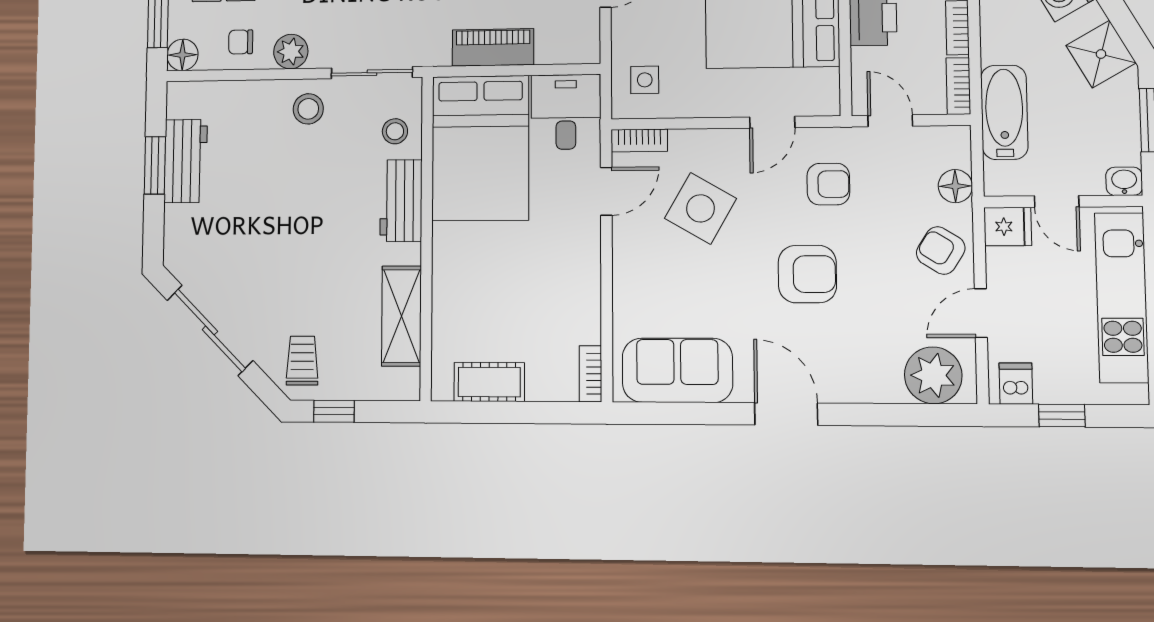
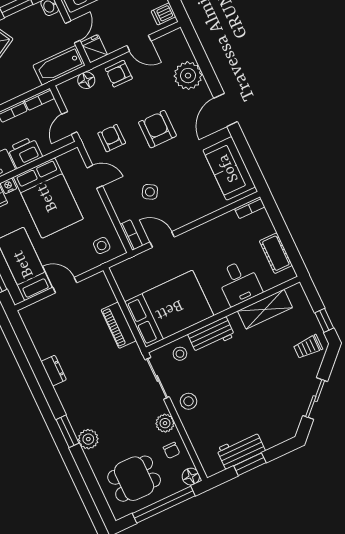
desk: (566, 112) -> (239, 283), moved, turned -90
bathtub: (1004, 112) -> (59, 65), moved
side table: (700, 208) -> (150, 192), width x0.54, depth x0.54
armchair: (941, 250) -> (119, 74), turned 58
sliding door: (210, 330) -> (315, 399), width x0.73
plant: (933, 375) -> (188, 76), moved

